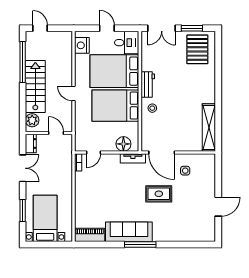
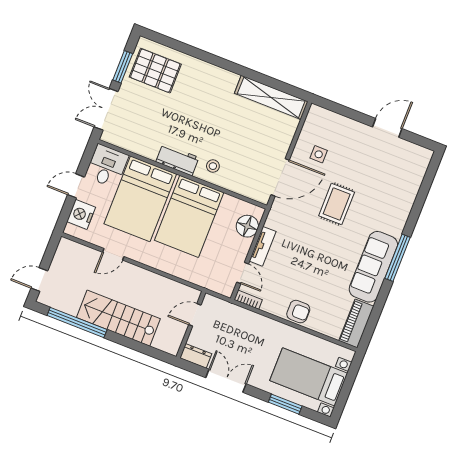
double door: (162, 28) -> (106, 109), swing flipped
nightstand: (82, 45) -> (81, 214), moved, turned 90
door: (74, 93) -> (113, 254), moved
plant: (32, 120) -> (164, 341), removed
tv unit: (133, 158) -> (263, 246), moved
armchair: (83, 196) -> (298, 312), added
door: (218, 207) -> (387, 128), hinge flipped

